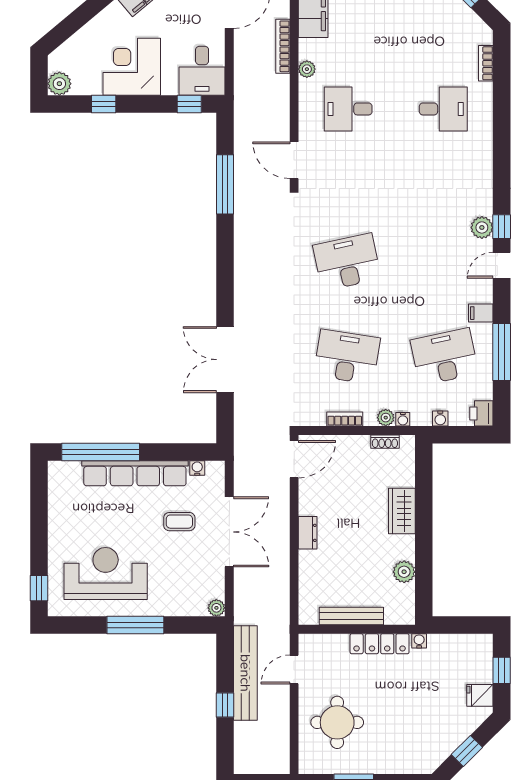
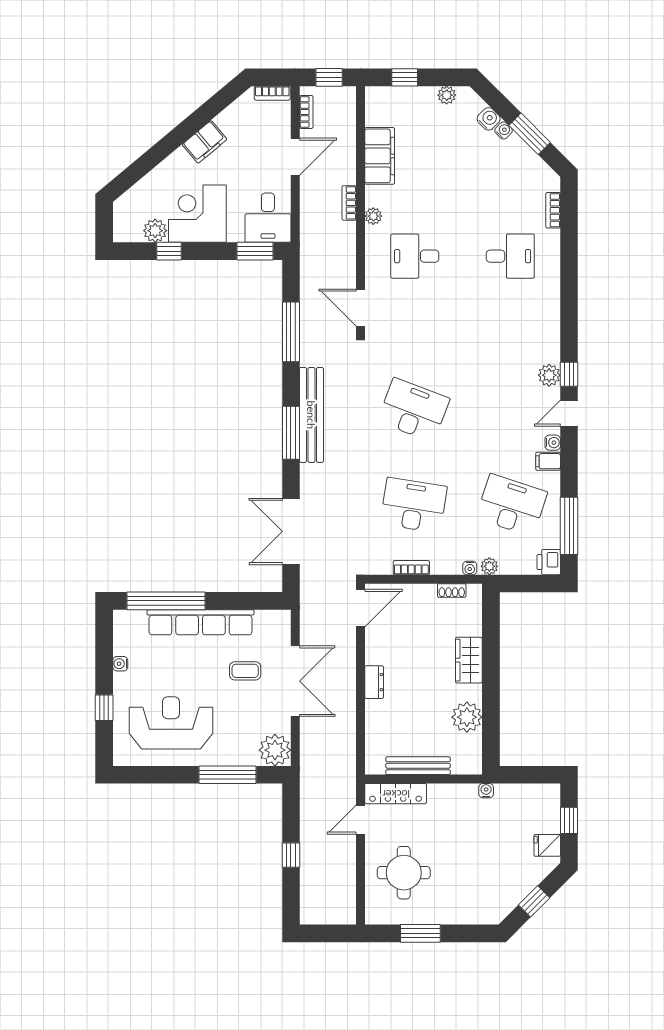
bookcase: (283, 46) -> (349, 203), width x0.64
plant: (59, 84) -> (155, 231), moved
window: (189, 104) -> (255, 251), width x1.50
desk: (347, 262) -> (414, 410), turned 33
window: (225, 285) -> (291, 433), added
window: (502, 352) -> (569, 526), moved
desk: (444, 357) -> (512, 505), turned 30
double door: (225, 360) -> (291, 531), moved
plant: (386, 418) -> (489, 566), moved
water cooler: (440, 418) -> (553, 443), moved, turned -90
water cooler: (197, 468) -> (120, 664), moved, turned -90
plant: (404, 572) -> (467, 717), width x1.36, depth x1.36
window: (39, 588) -> (104, 708), moved
plant: (216, 608) -> (275, 750), width x1.88, depth x1.88
window: (135, 625) -> (227, 775), moved
locker: (380, 644) -> (396, 794), moved
bench: (245, 673) -> (311, 415), moved

